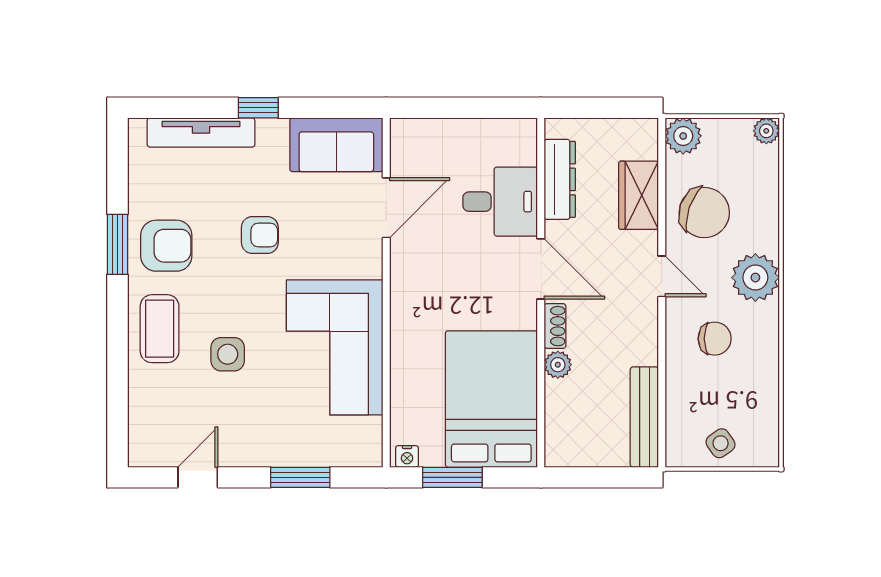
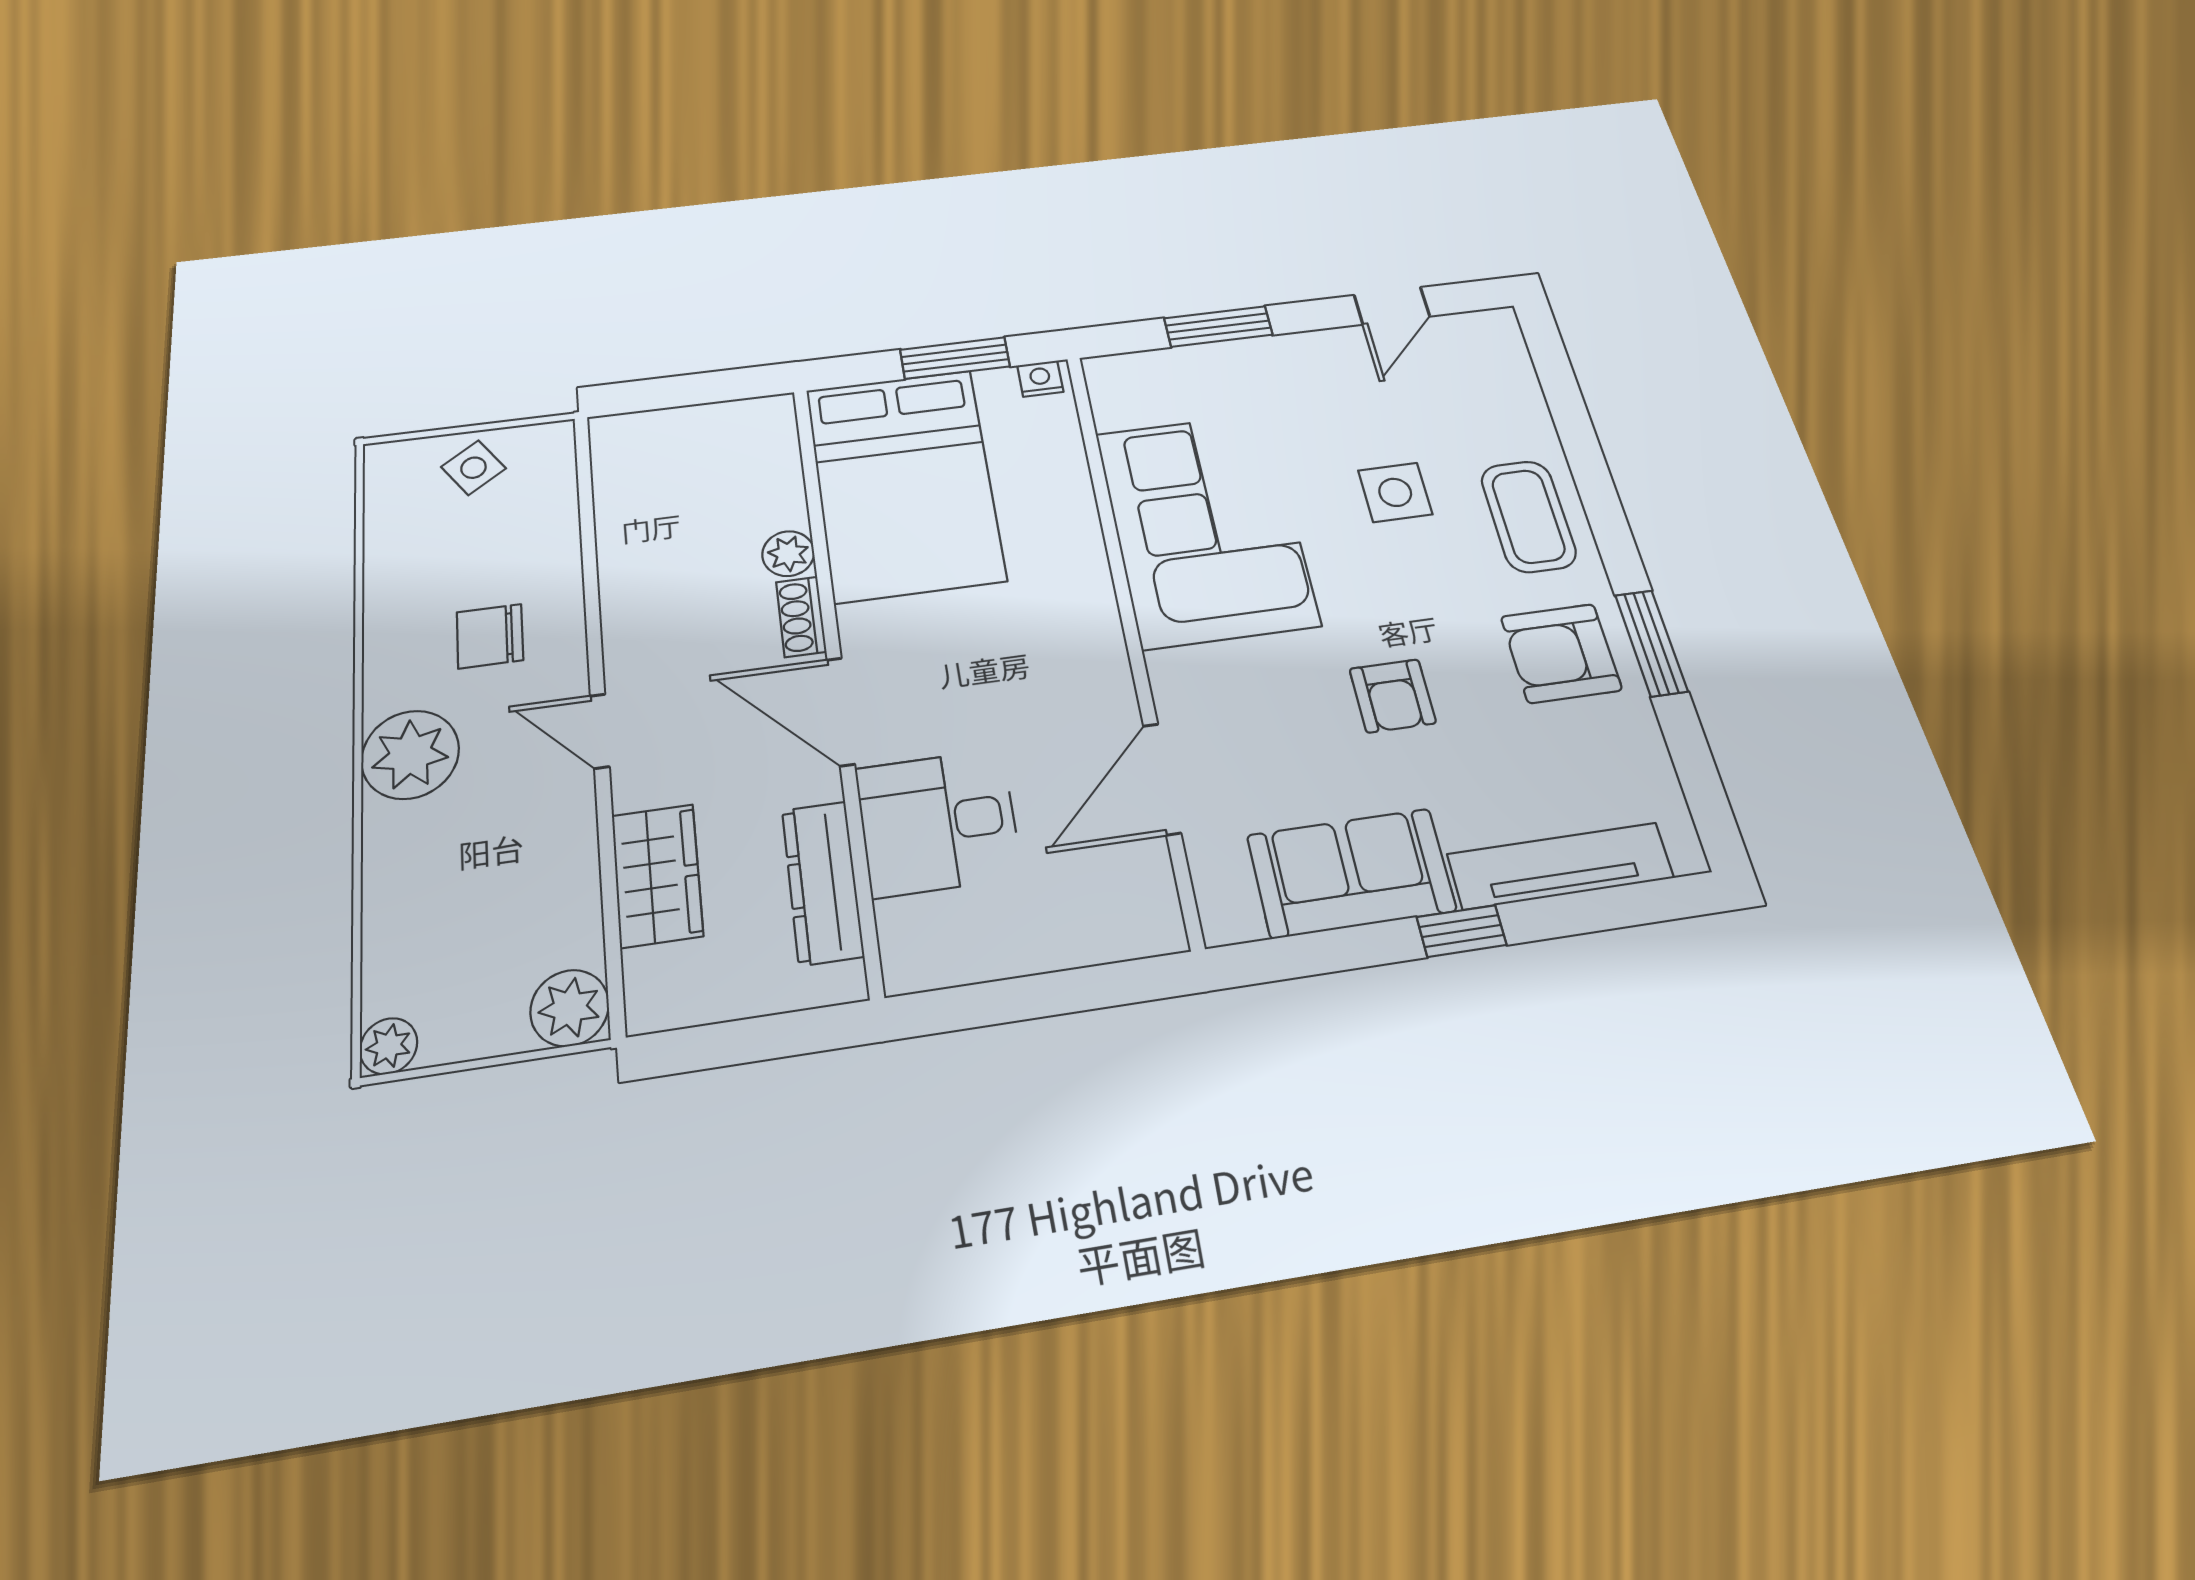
sofa: (336, 145) -> (1351, 873), moved
chair: (704, 213) -> (518, 862), removed
armchair: (260, 235) -> (1393, 696), turned -90
bench: (644, 417) -> (618, 491), removed

